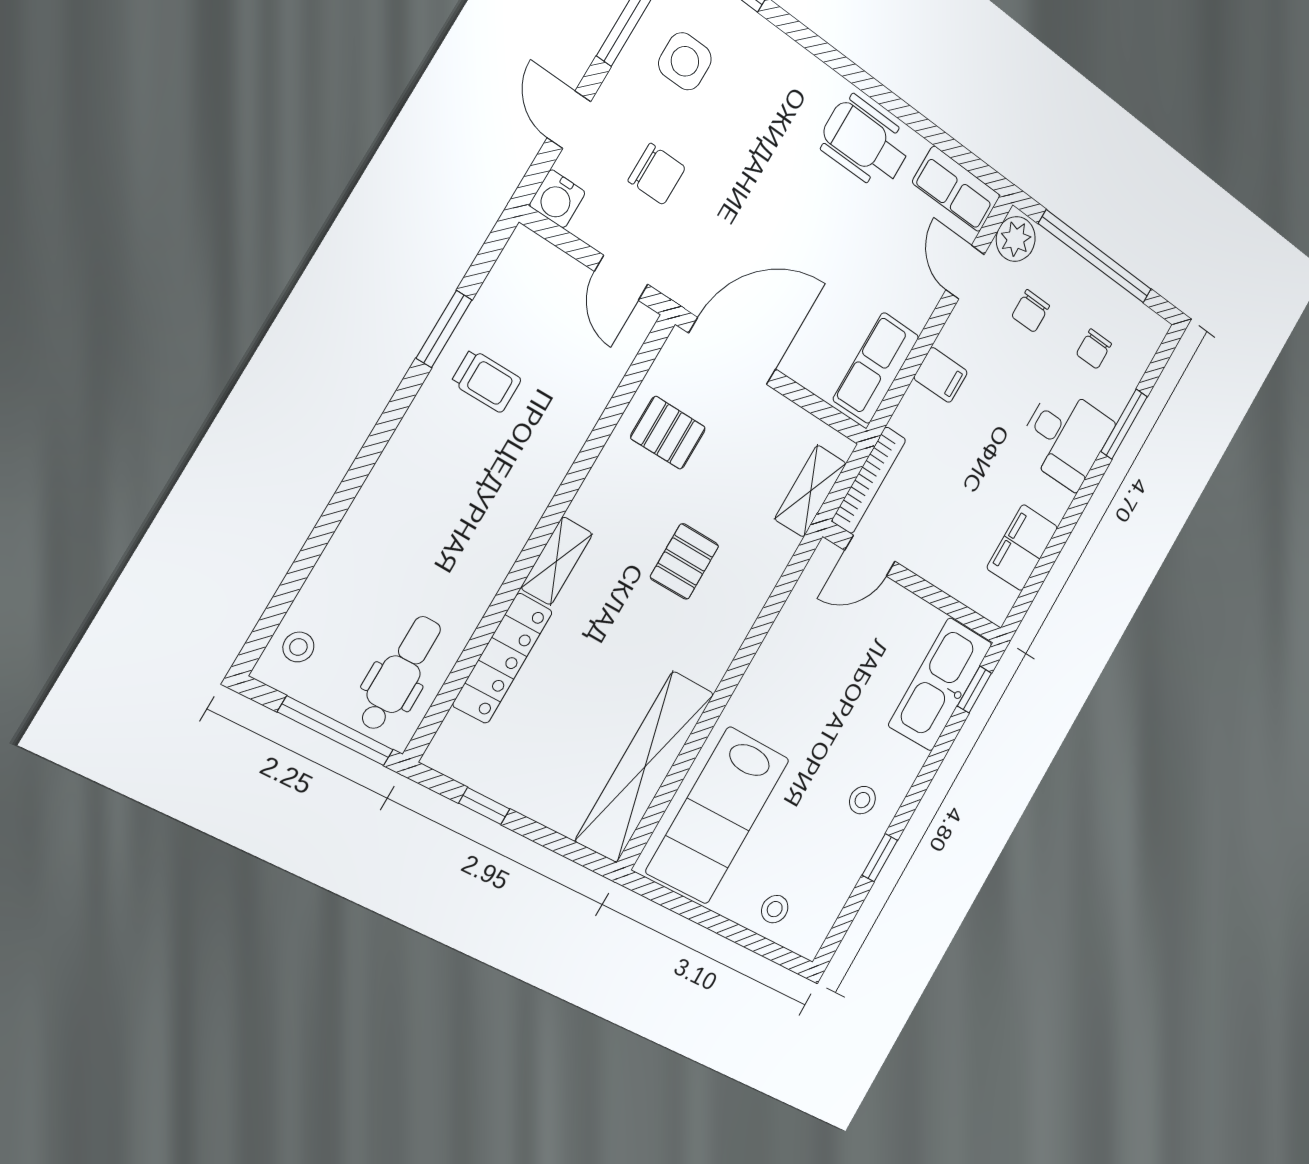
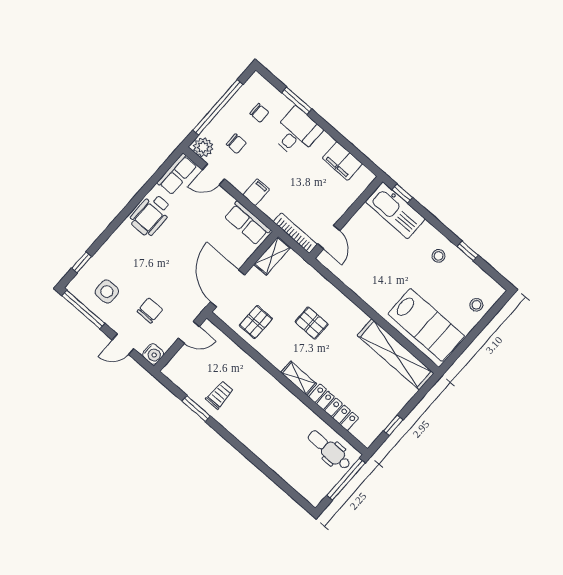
shelving: (811, 491) -> (272, 256), moved, turned 90
stool: (298, 647) -> (309, 487), removed

